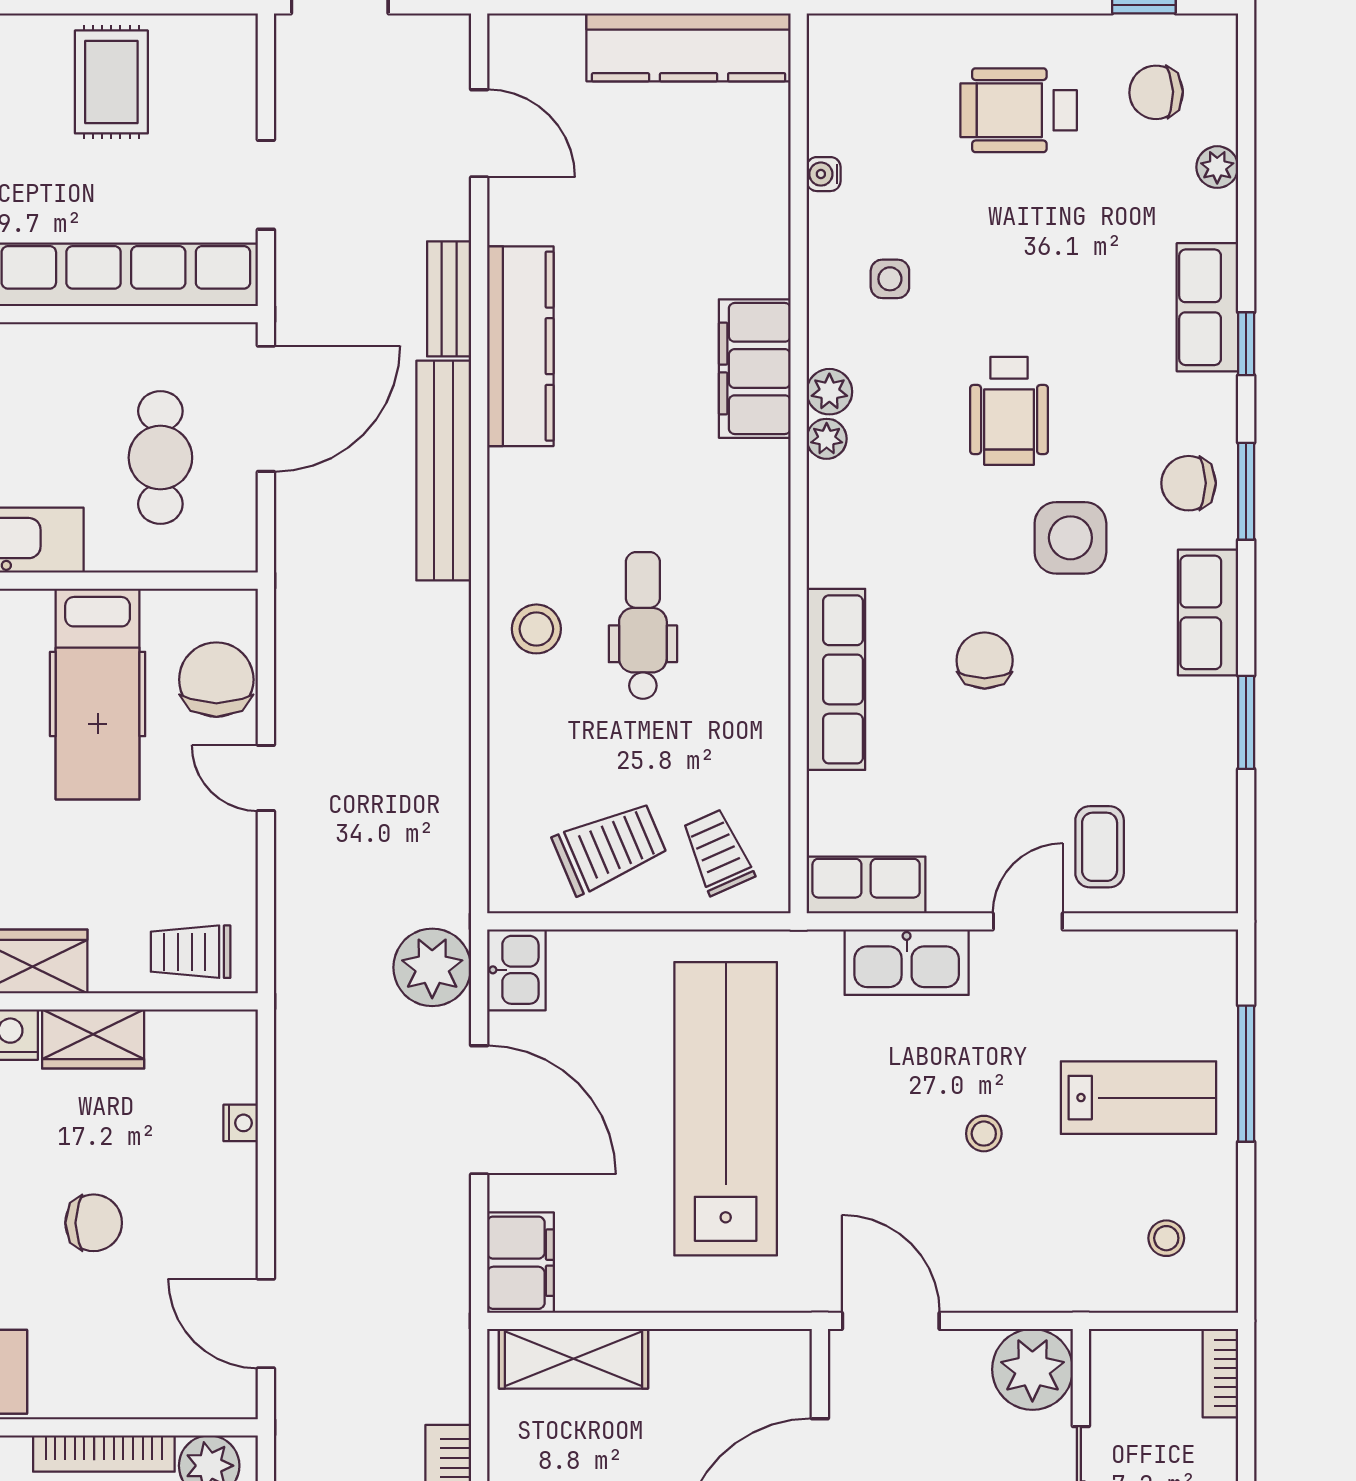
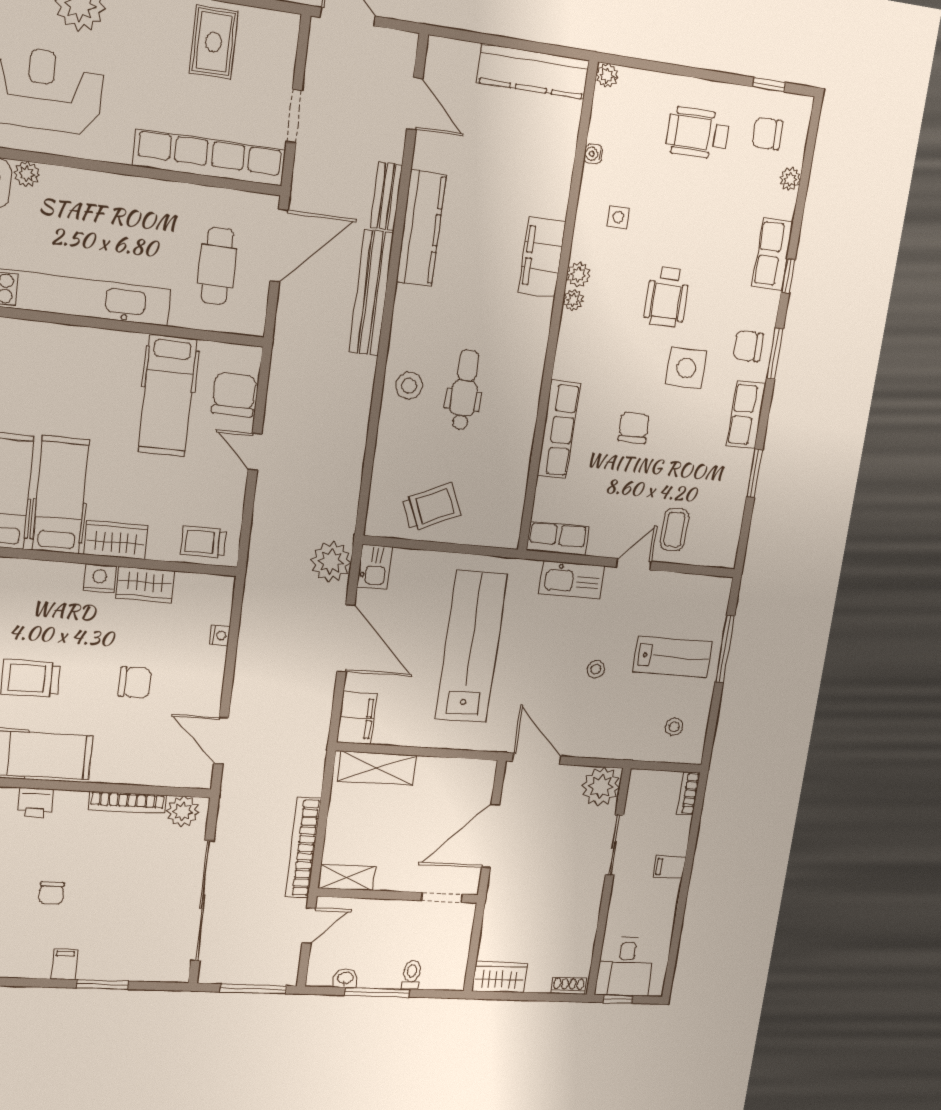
plant: (828, 35) -> (607, 76), added
trolley: (718, 852) -> (486, 514), removed

